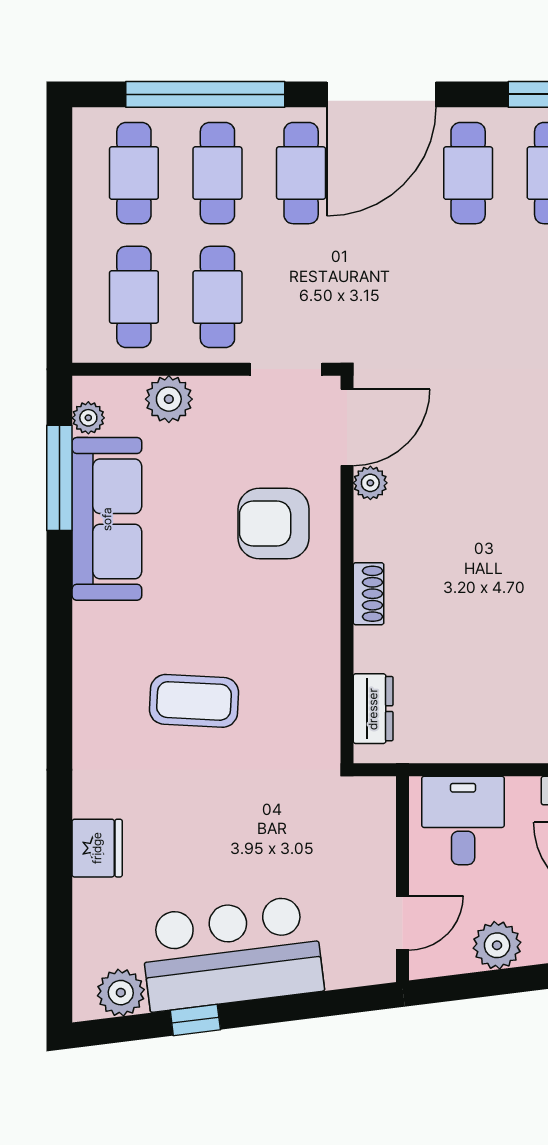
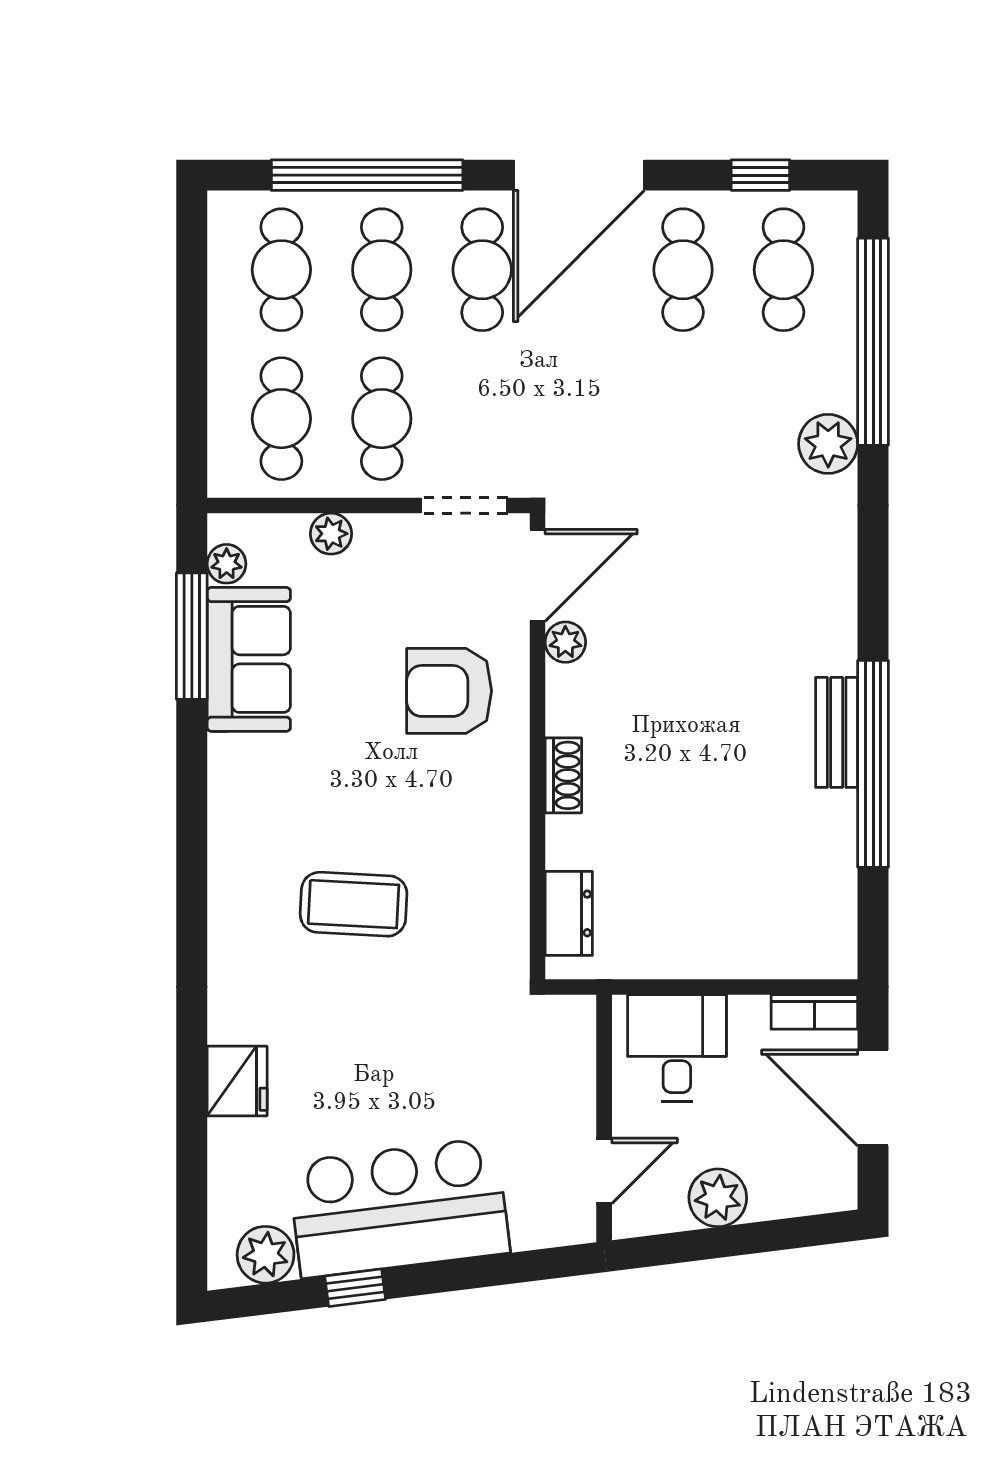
plant: (169, 399) -> (331, 534), width x0.73, depth x0.73
sofa: (107, 519) -> (249, 659), width x0.73

